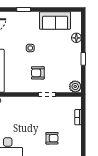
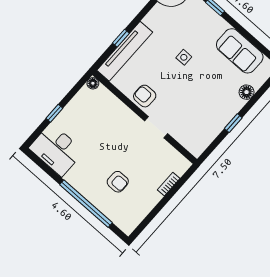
armchair: (38, 73) -> (145, 96), moved
plant: (75, 86) -> (196, 146), removed

